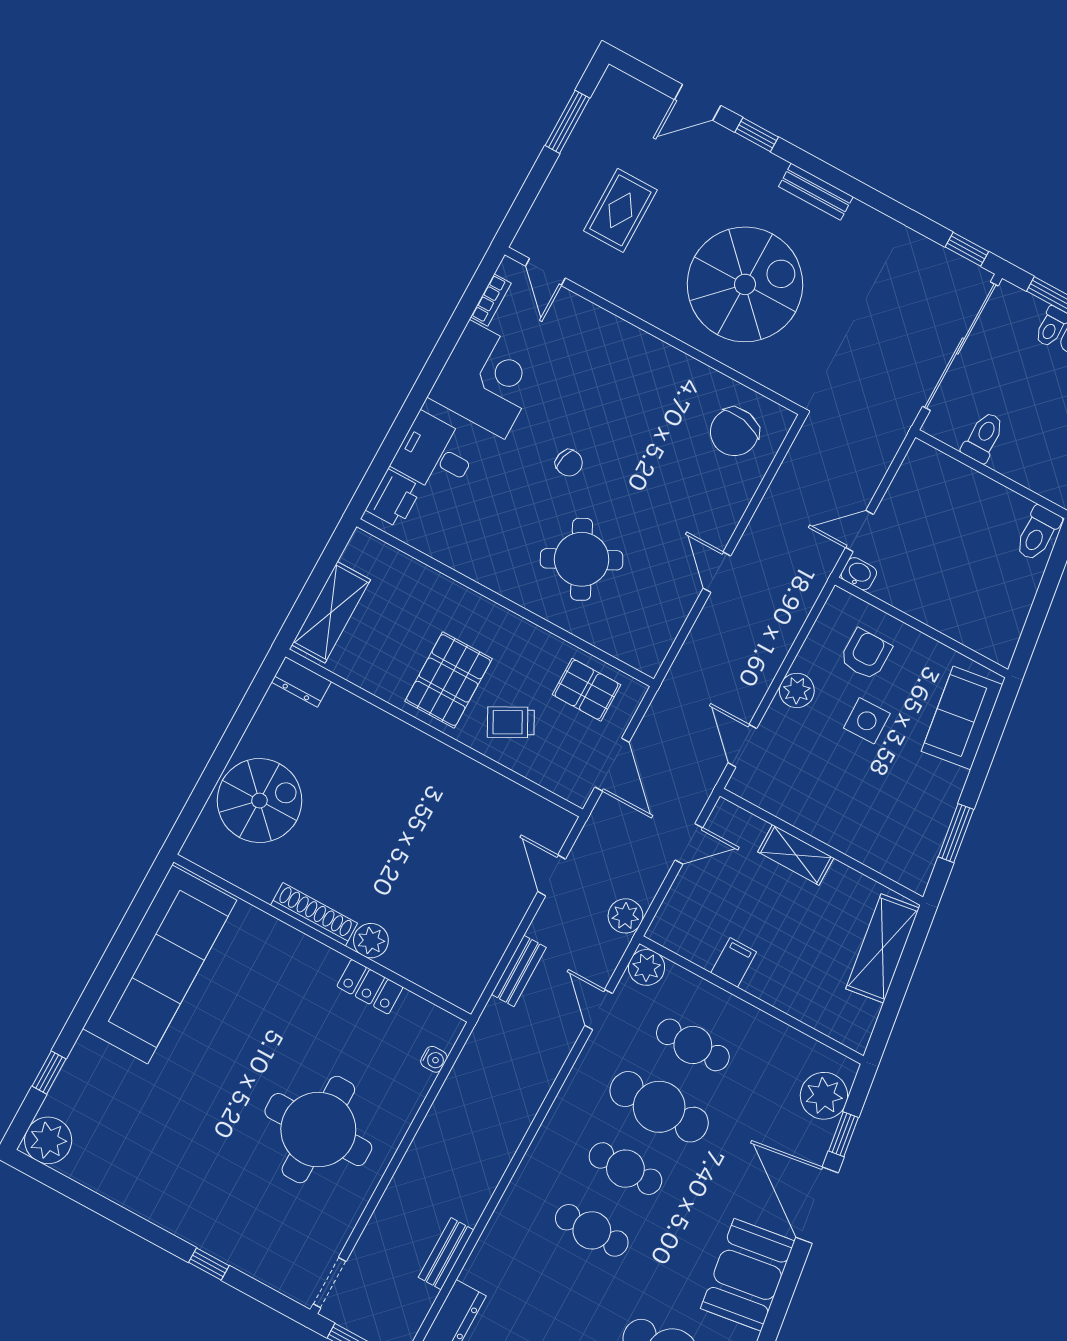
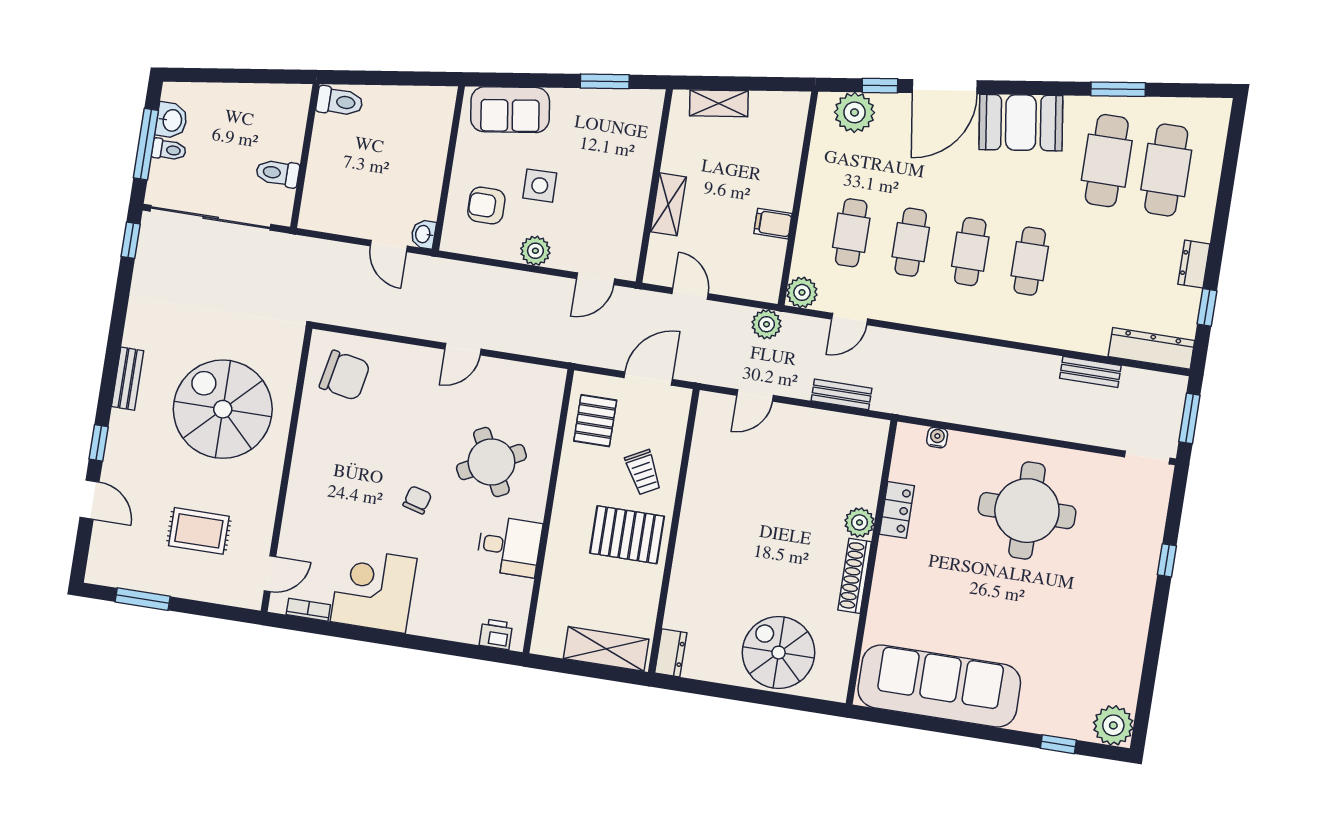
desk: (435, 454) -> (509, 546), moved, turned -90
printer: (394, 499) -> (496, 634), width x0.73, depth x0.81
shelving: (882, 948) -> (719, 103), width x0.67, depth x0.75
cafe table: (659, 1107) -> (911, 242), width x0.73, depth x0.74

